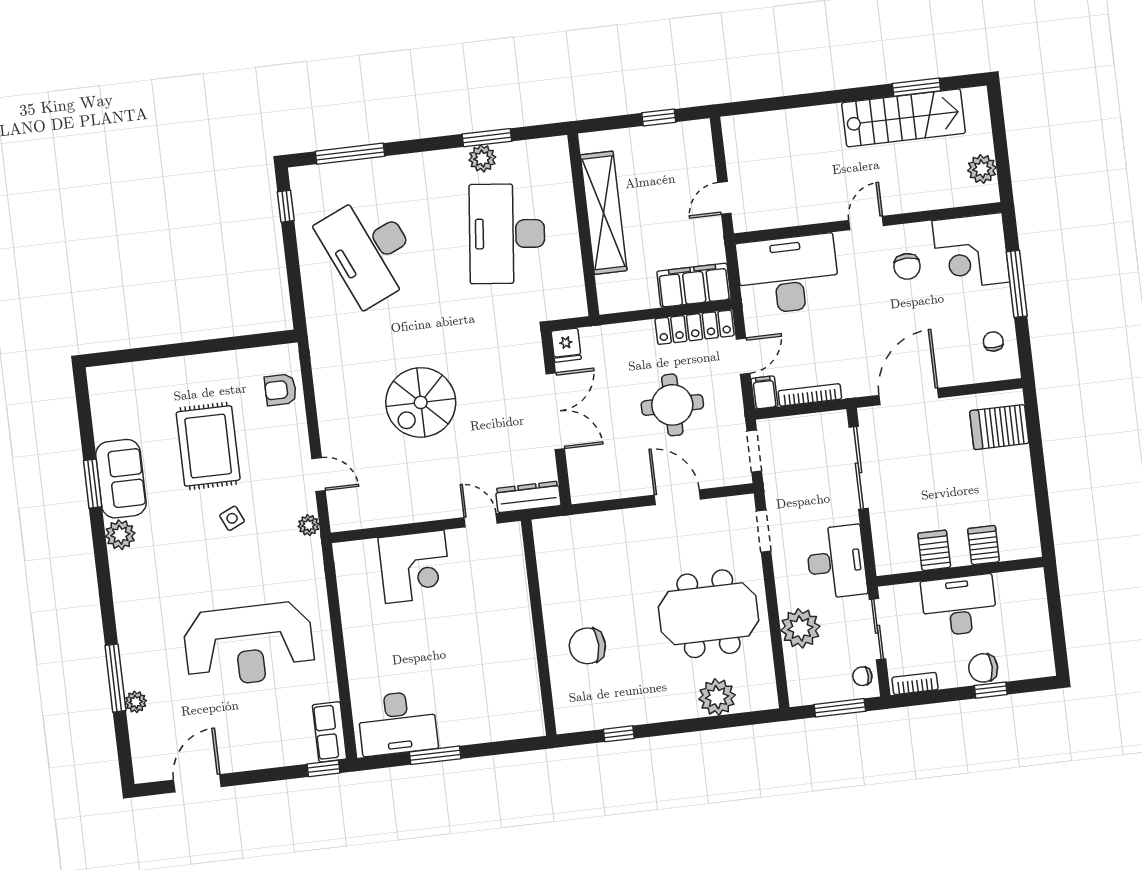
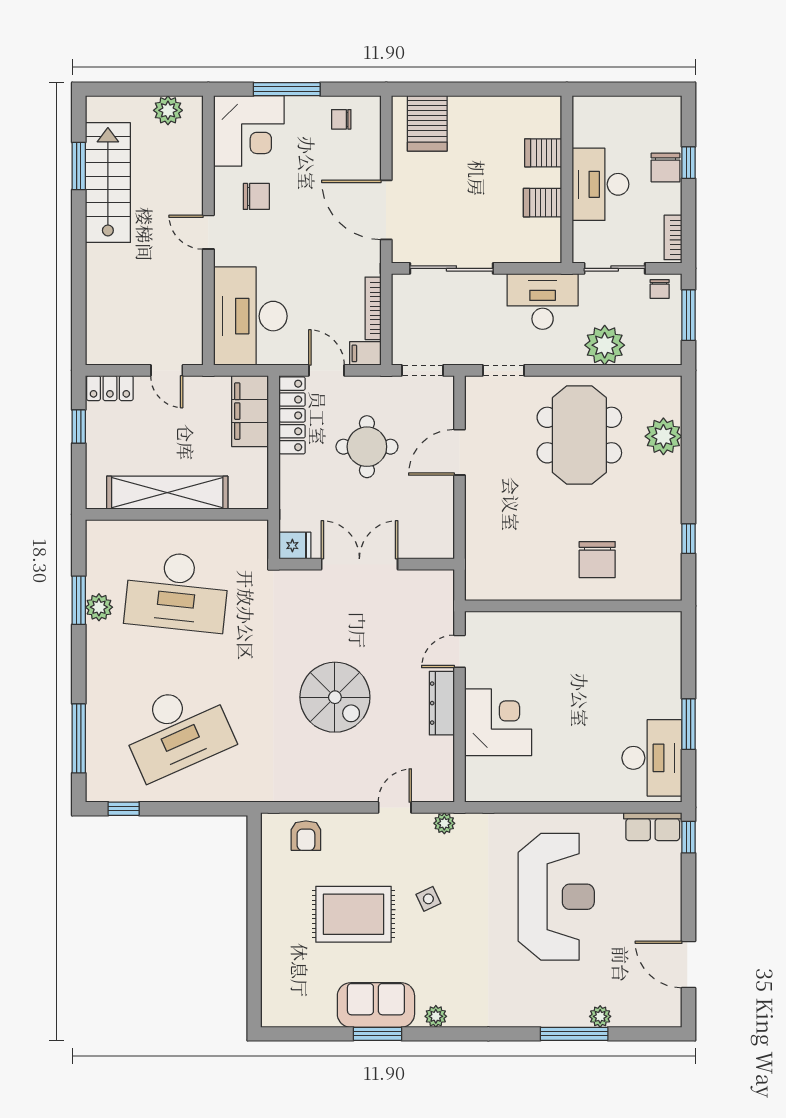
locker: (700, 144) -> (110, 388), added
dresser: (528, 497) -> (442, 703), moved
plant: (120, 535) -> (436, 1016), width x0.73, depth x0.73

